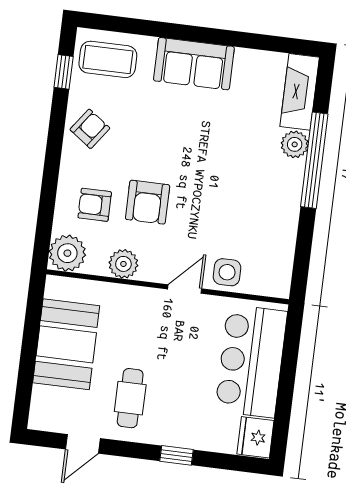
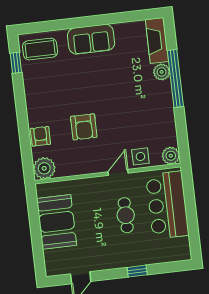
armchair: (90, 129) -> (40, 92), removed
armchair: (95, 205) -> (40, 136), moved, turned 90
plant: (123, 264) -> (171, 156), moved
cafe table: (130, 398) -> (126, 215), moved
fridge: (255, 437) -> (181, 249), removed

